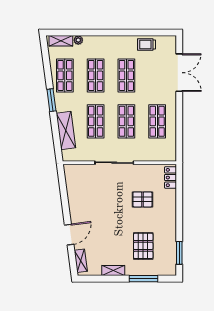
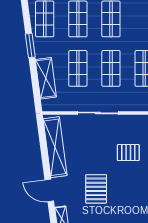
shelving: (74, 194) -> (55, 147), added
door: (69, 235) -> (49, 190), swing flipped
pallet: (143, 246) -> (96, 189), moved

